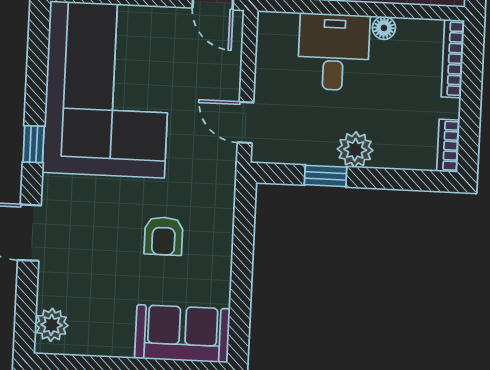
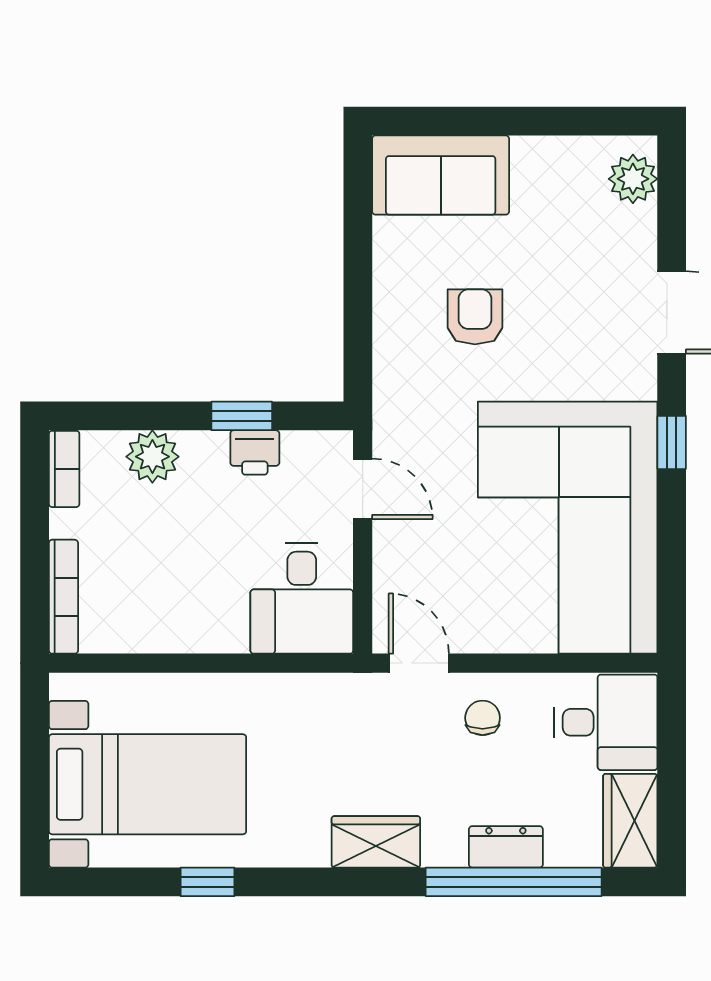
floor lamp: (384, 28) -> (166, 637), removed
desk: (334, 52) -> (302, 598), moved
plant: (355, 150) -> (152, 457), moved
printer: (318, 151) -> (255, 452), added

